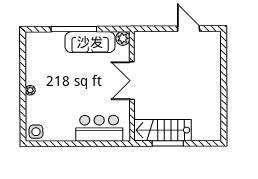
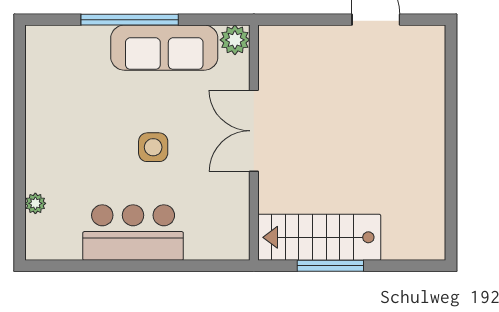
plant: (30, 90) -> (35, 203), moved
bar counter: (99, 128) -> (133, 233), moved
side table: (36, 132) -> (153, 147), moved

